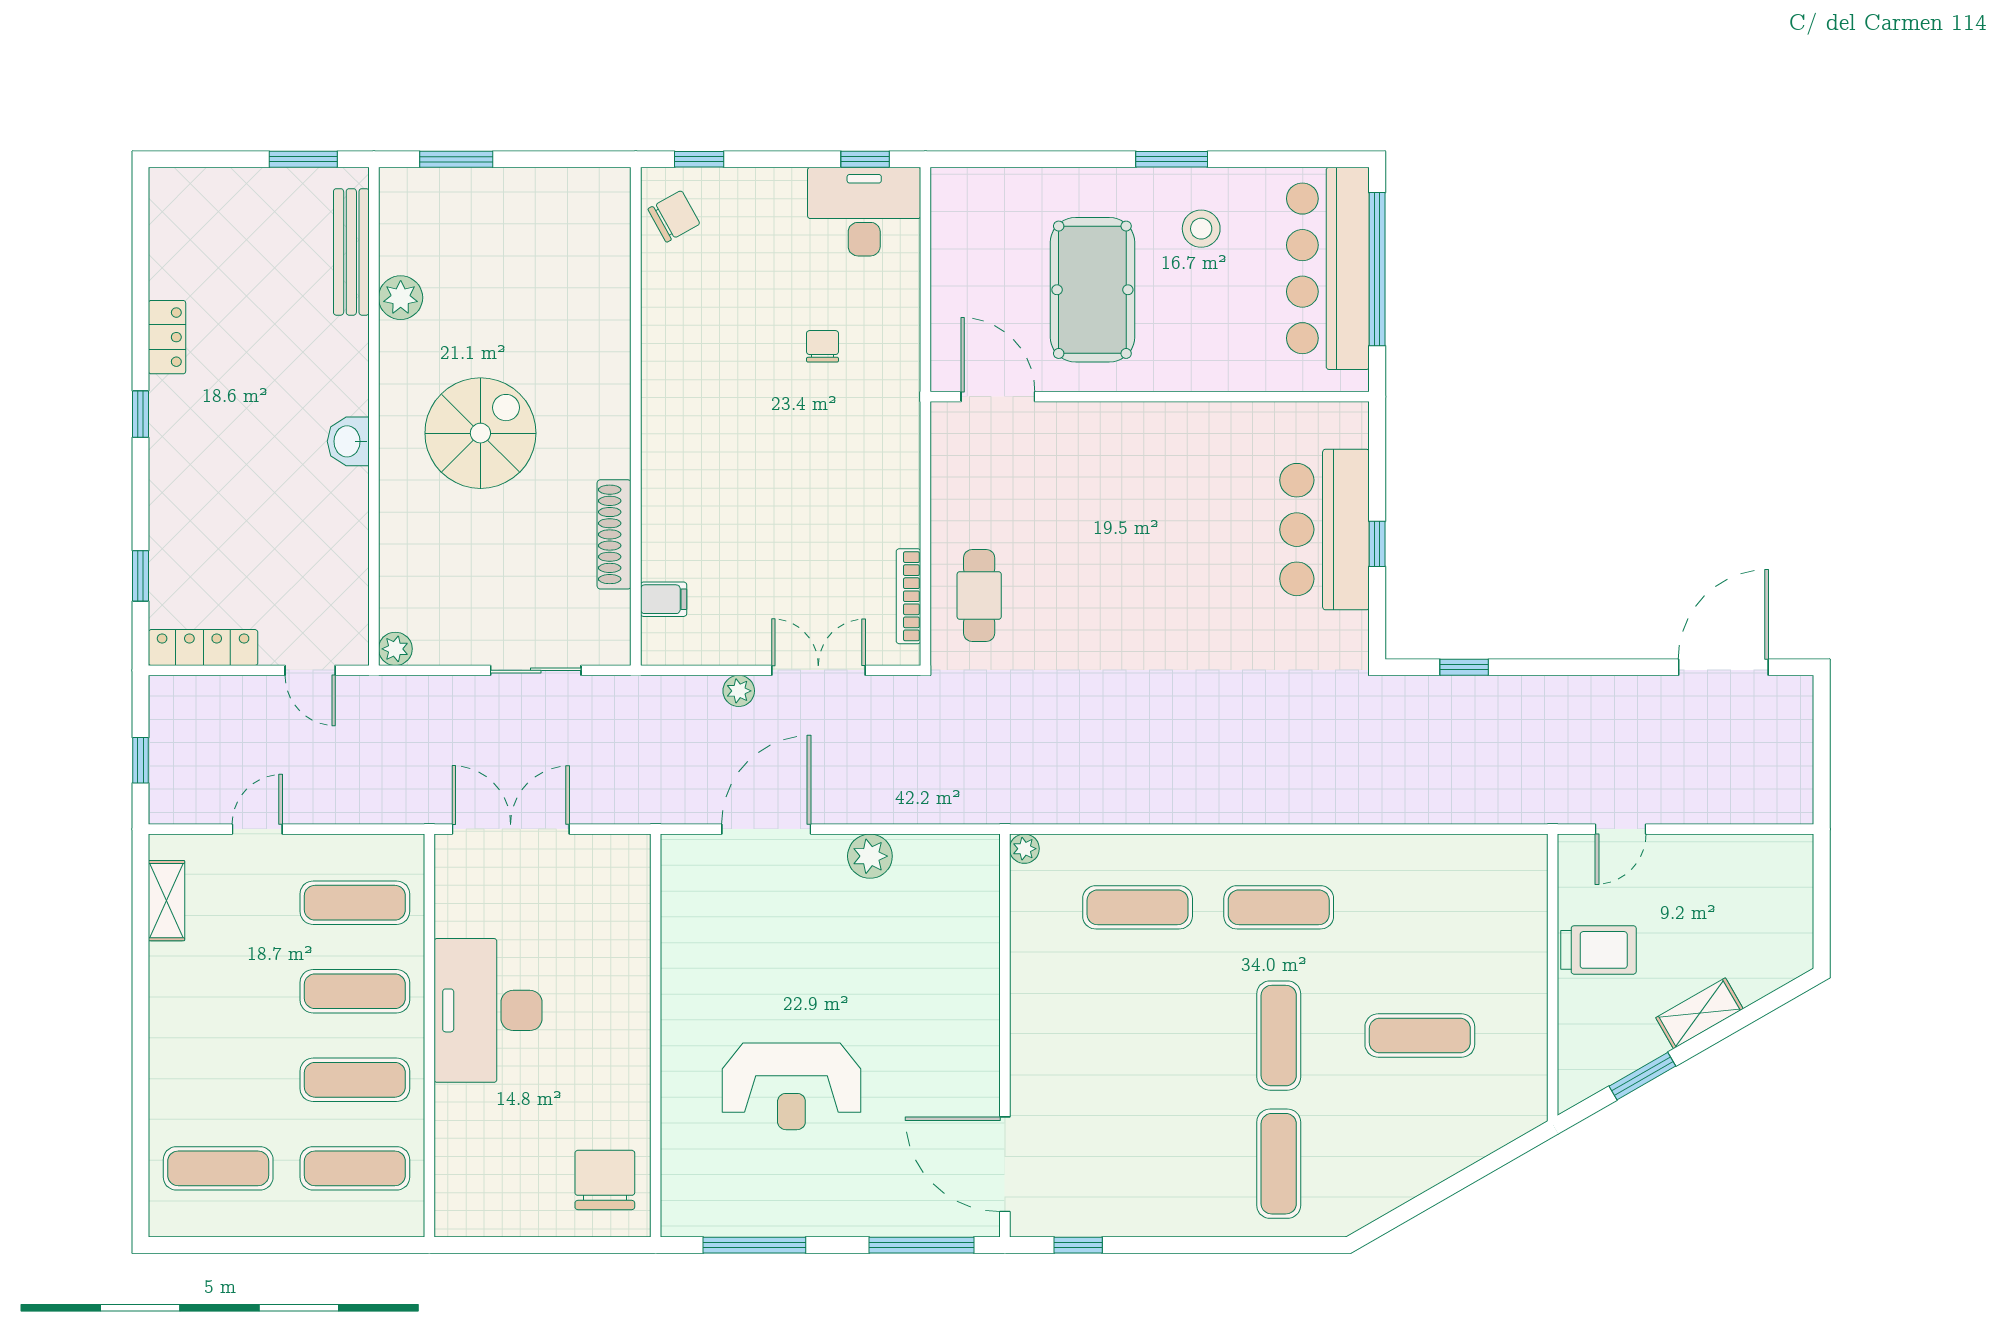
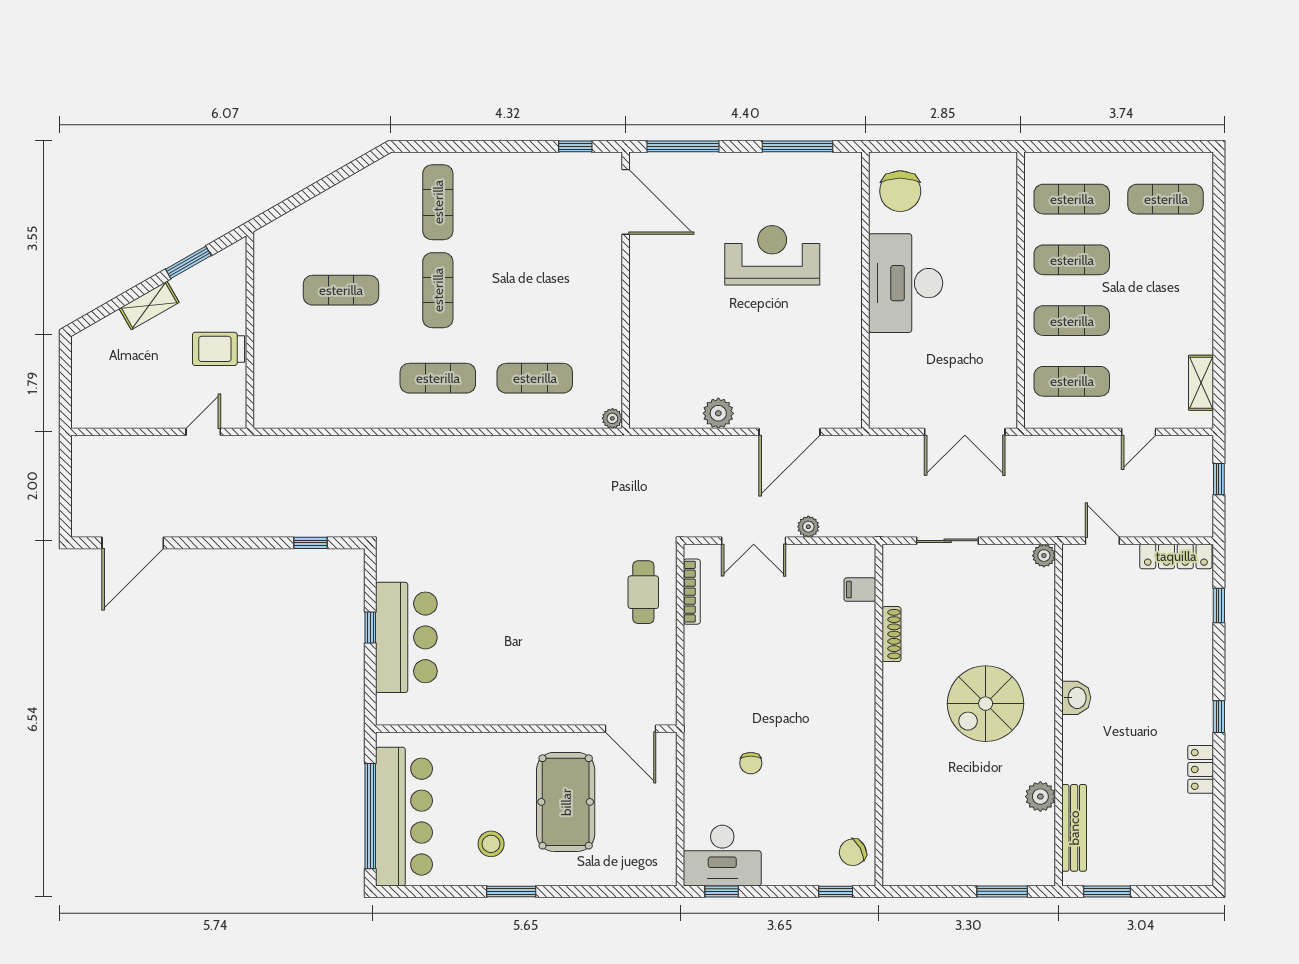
shoe rack: (614, 534) -> (892, 634), width x0.74, depth x0.81
desk: (488, 1010) -> (906, 283), moved, turned 180

